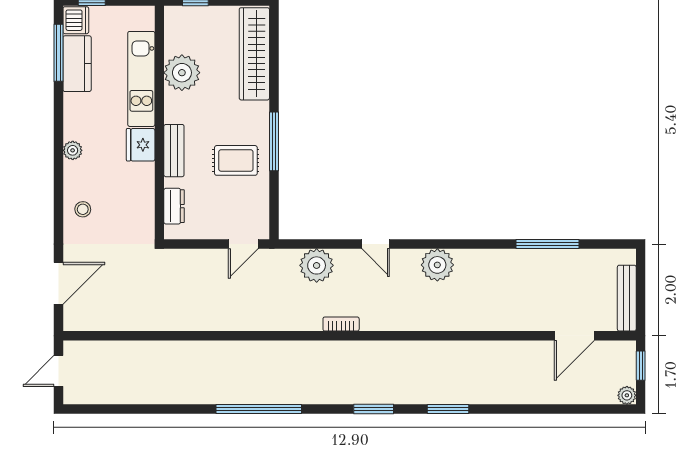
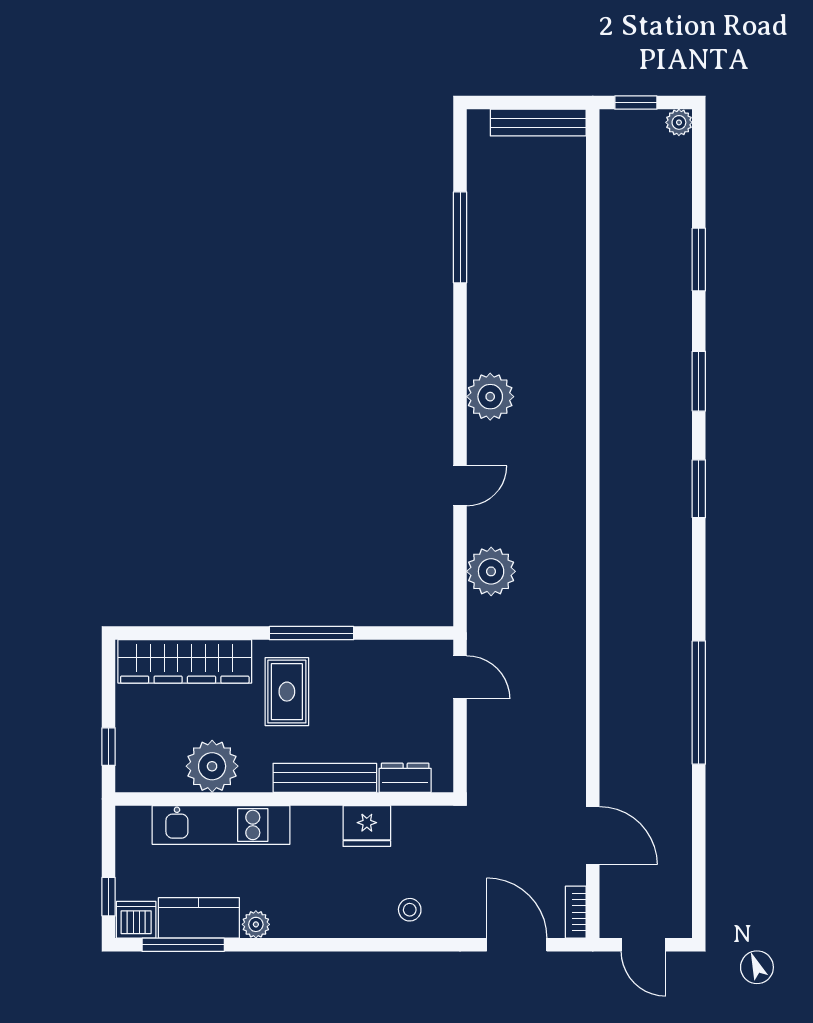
fridge: (141, 145) -> (367, 826), moved
plant: (73, 150) -> (256, 924), moved
bench: (174, 151) -> (325, 778), width x1.36
rug: (236, 160) -> (287, 692), moved
bookcase: (341, 324) -> (576, 912), moved
door: (574, 336) -> (593, 836), moved
window: (259, 409) -> (699, 703), moved
window: (532, 409) -> (699, 259), added

